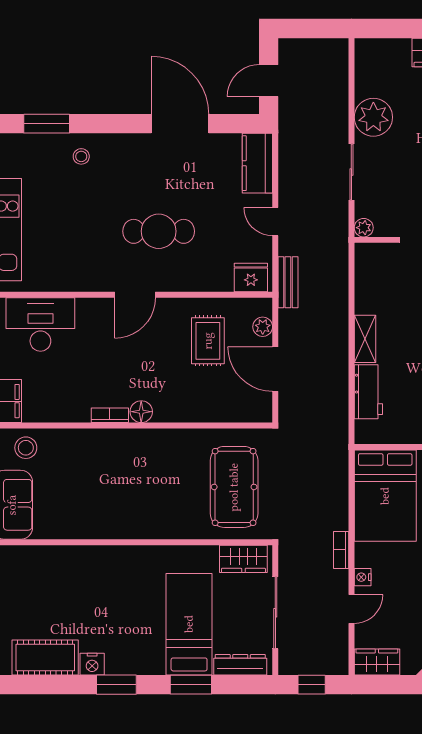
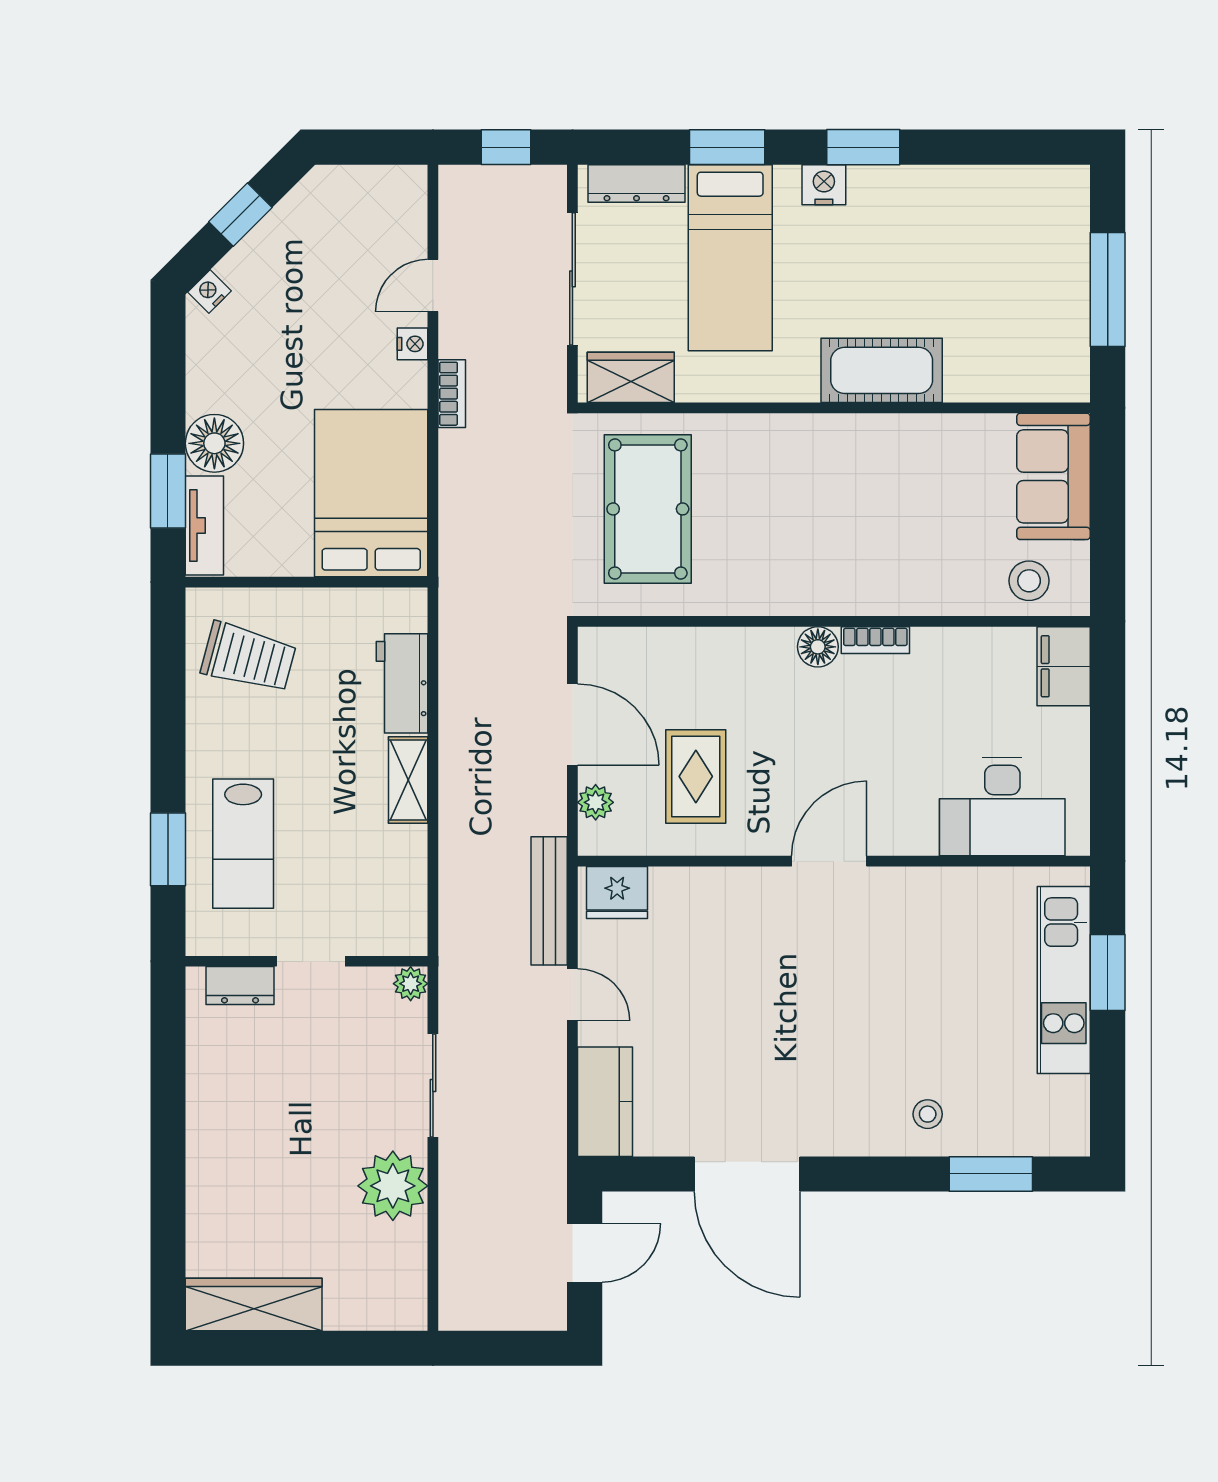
cafe table: (159, 231) -> (786, 977), removed
bench: (288, 282) -> (549, 901), width x1.36
cot: (45, 658) -> (882, 370), moved
wardrobe: (377, 662) -> (386, 189), removed
nightstand: (92, 664) -> (824, 185), moved

